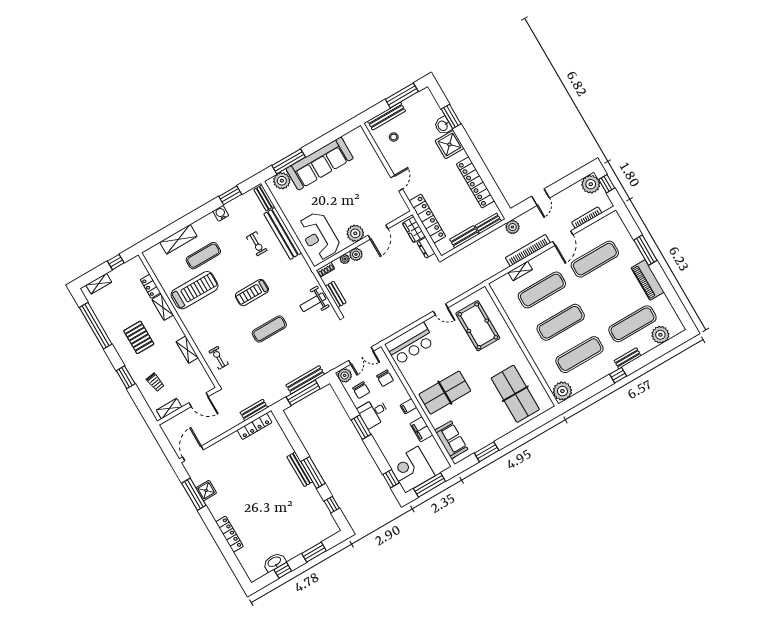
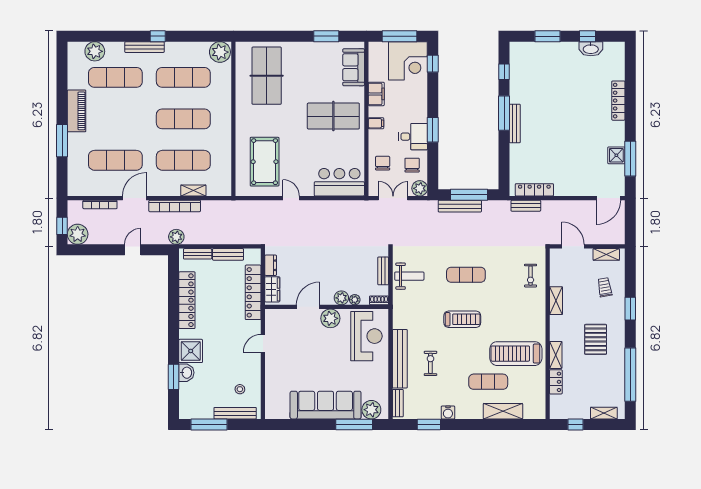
bench: (628, 358) -> (144, 47), width x1.36

